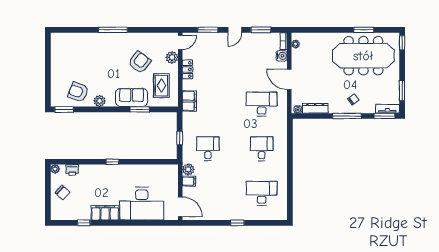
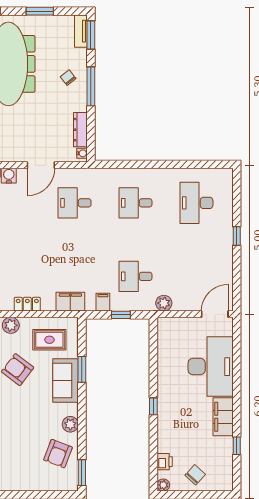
window: (402, 91) -> (40, 11), moved
desk: (262, 104) -> (75, 203), width x0.73
filing cabinet: (189, 181) -> (103, 302), moved

